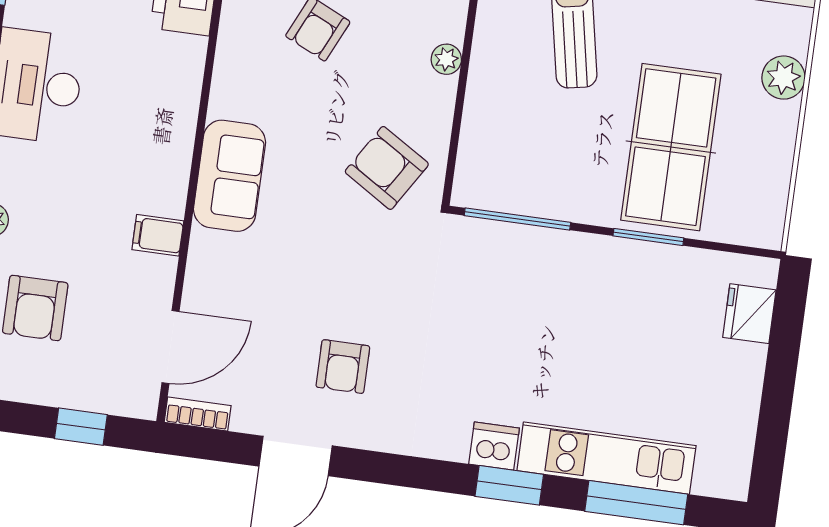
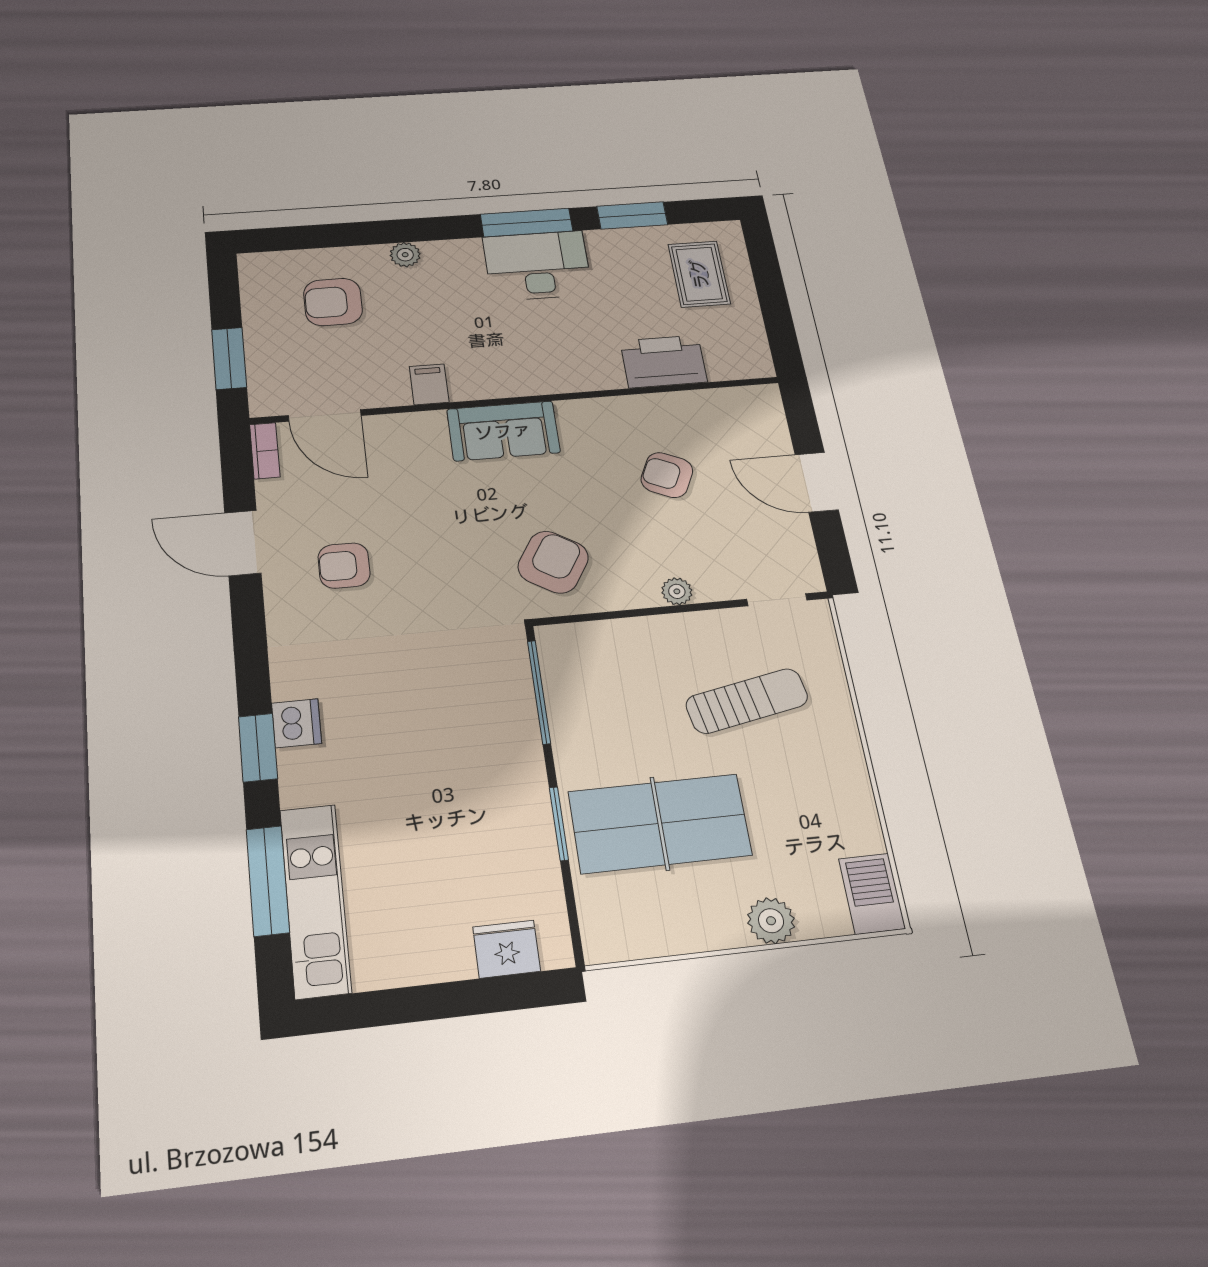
window: (81, 427) -> (229, 358), width x1.50
kitchen unit: (606, 458) -> (315, 900), moved

